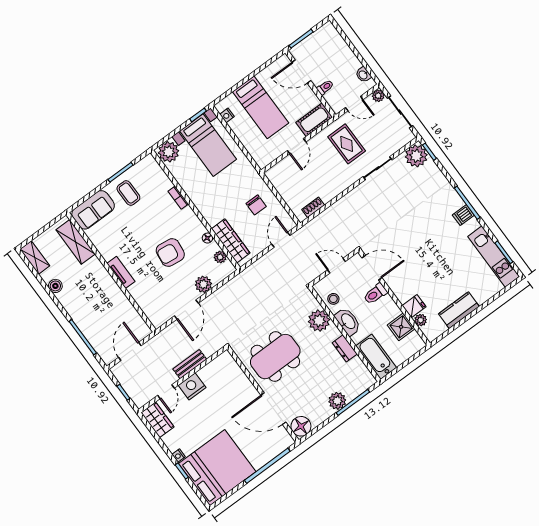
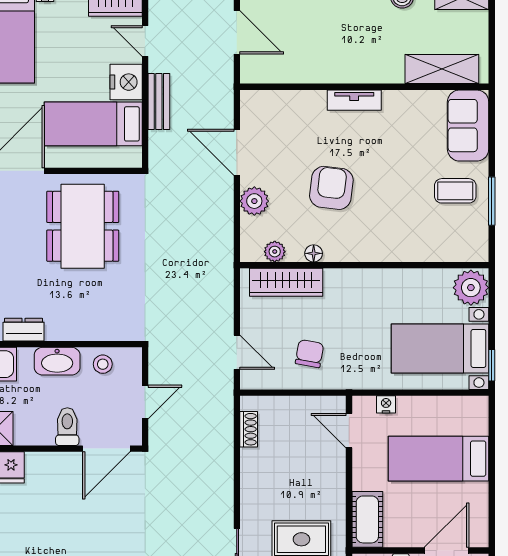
nightstand: (227, 115) -> (386, 404), moved
door: (297, 146) -> (349, 431), moved
bookcase: (178, 198) -> (398, 254), removed
chair: (256, 205) -> (309, 354), turned 100
plant: (319, 321) -> (88, 323), removed
bed: (223, 387) -> (93, 124), added

